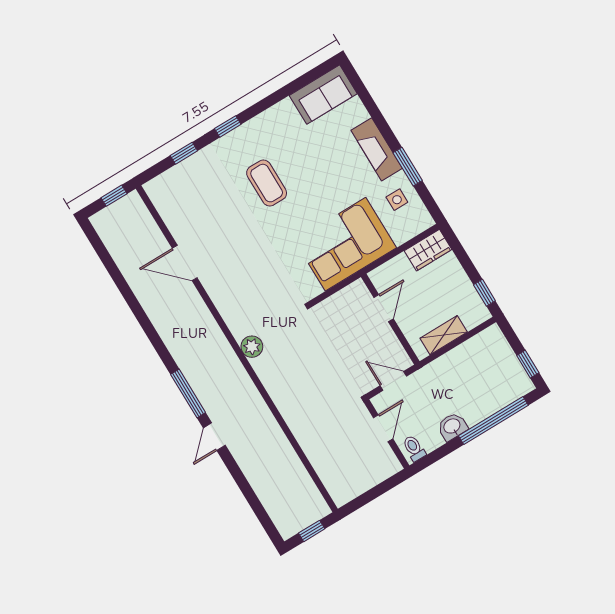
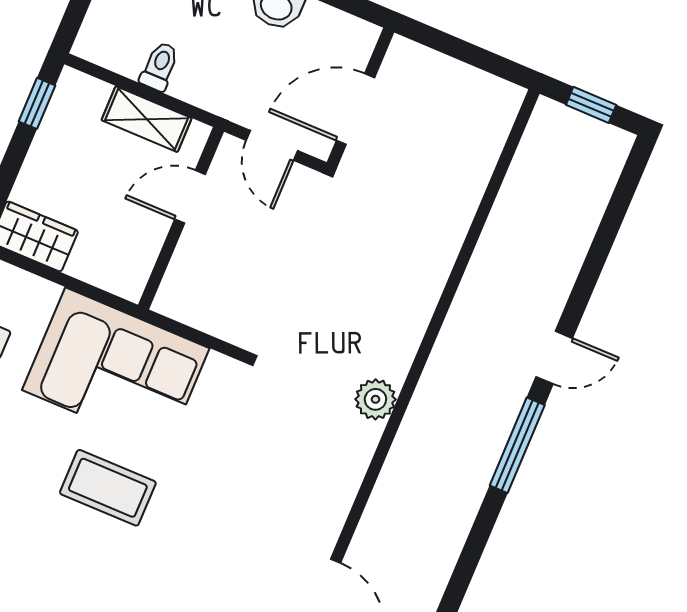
coffee table: (267, 183) -> (108, 488), moved, turned 90
door: (384, 308) -> (190, 197), moved
door: (383, 428) -> (355, 109), width x1.38
toilet: (414, 448) -> (160, 66), moved, turned 180

